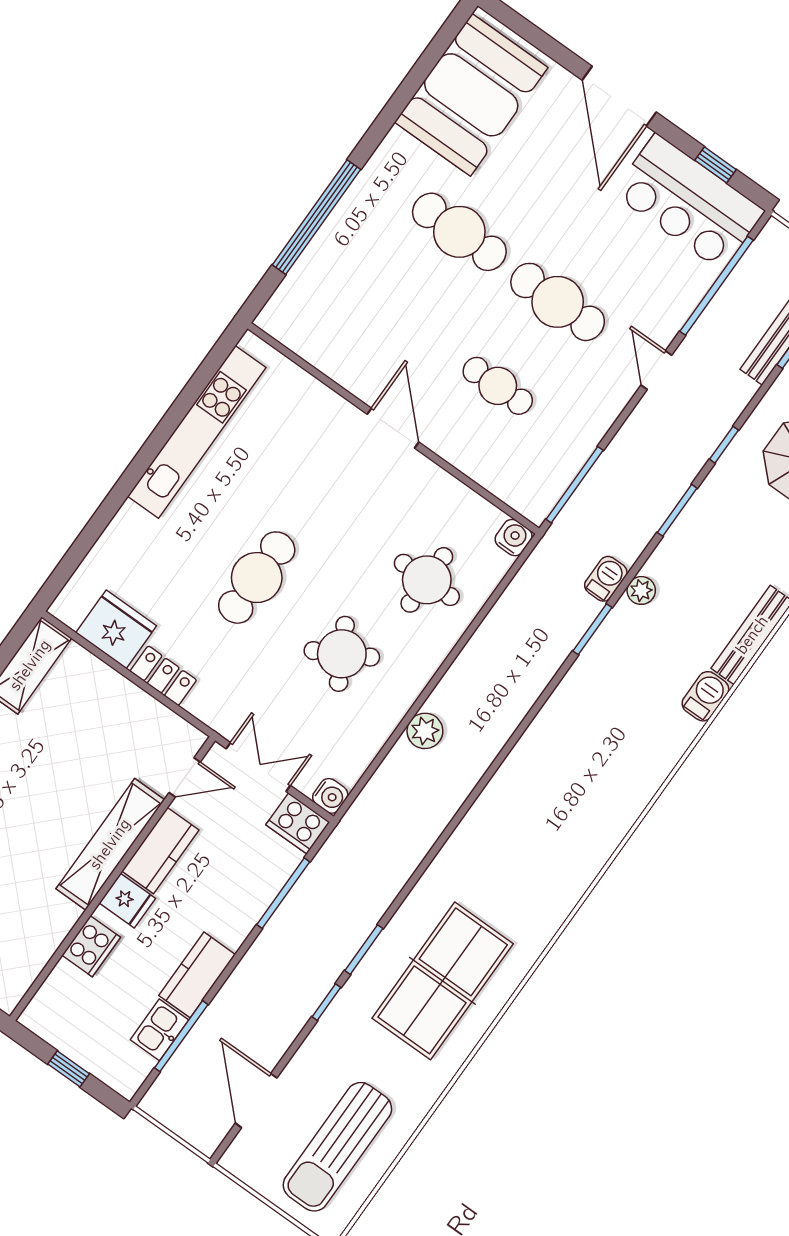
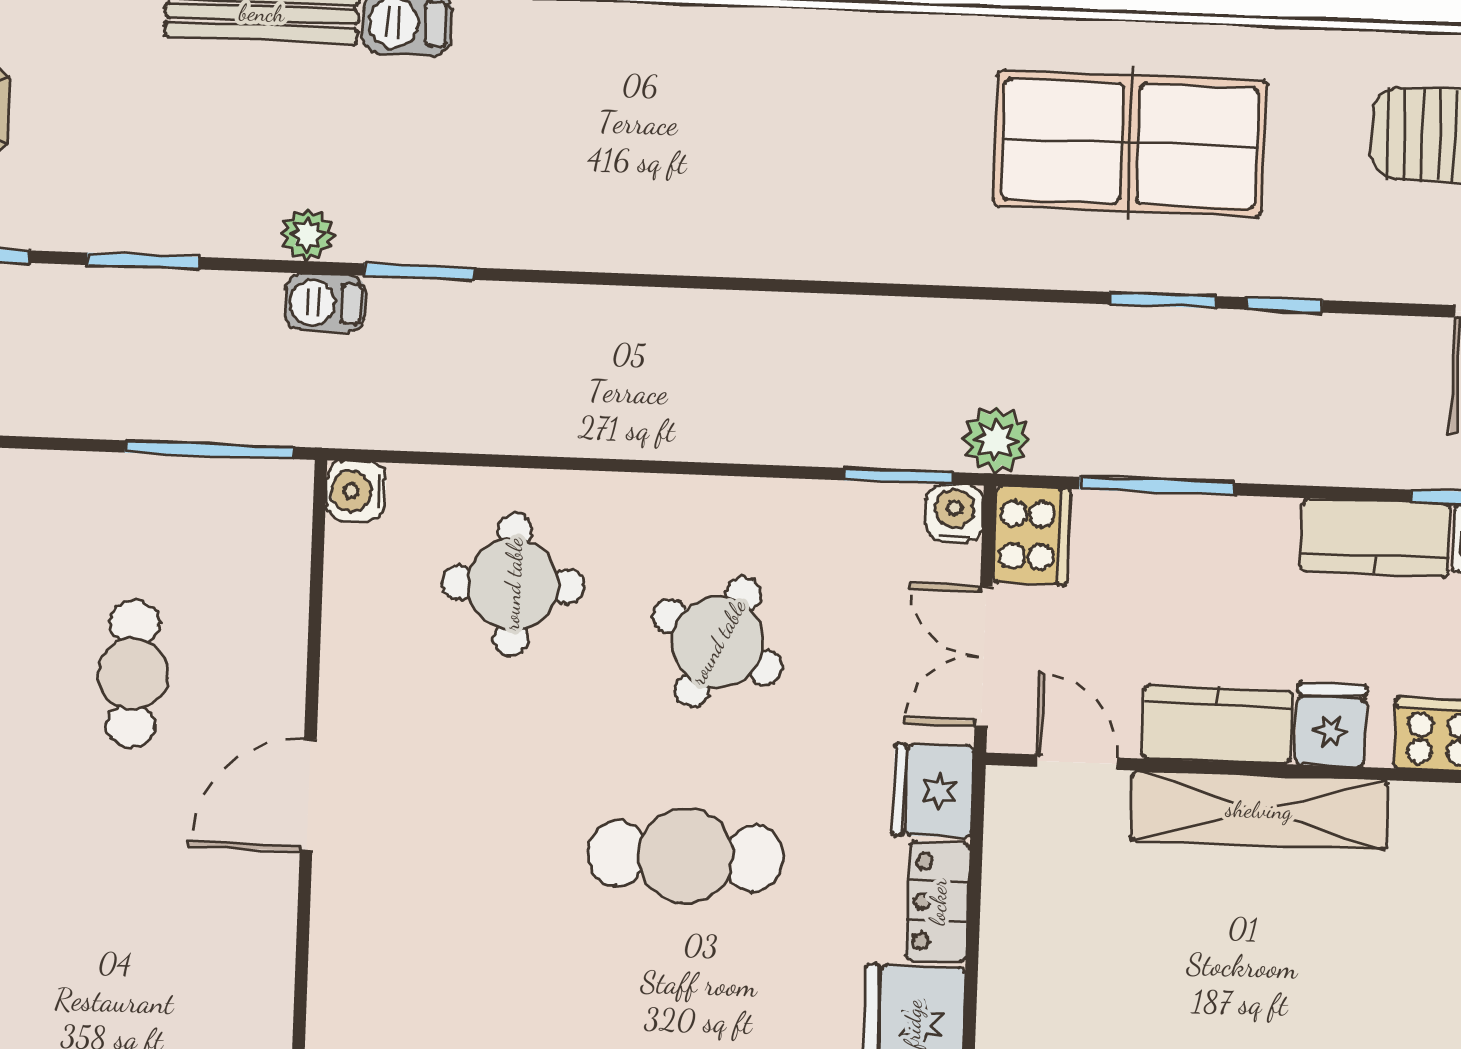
round table: (342, 654) -> (718, 642), turned -35
fridge: (214, 706) -> (933, 791), added
plant: (425, 731) -> (996, 440), moved
window: (363, 782) -> (899, 476), added

